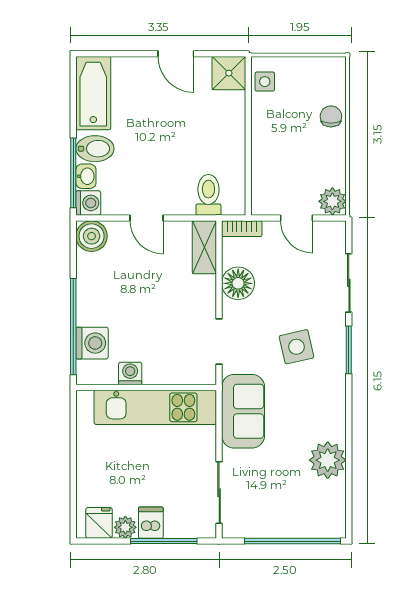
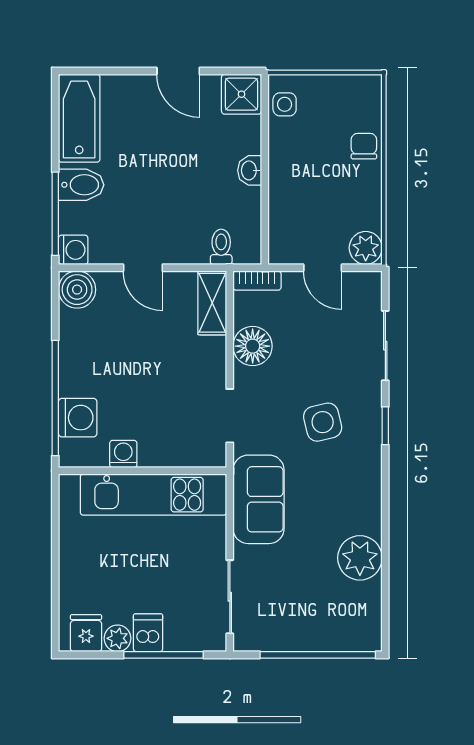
washbasin: (86, 176) -> (250, 170), moved, turned 180
toilet: (208, 195) -> (221, 247), width x0.73, depth x0.72
window: (349, 350) -> (385, 426), width x0.67

